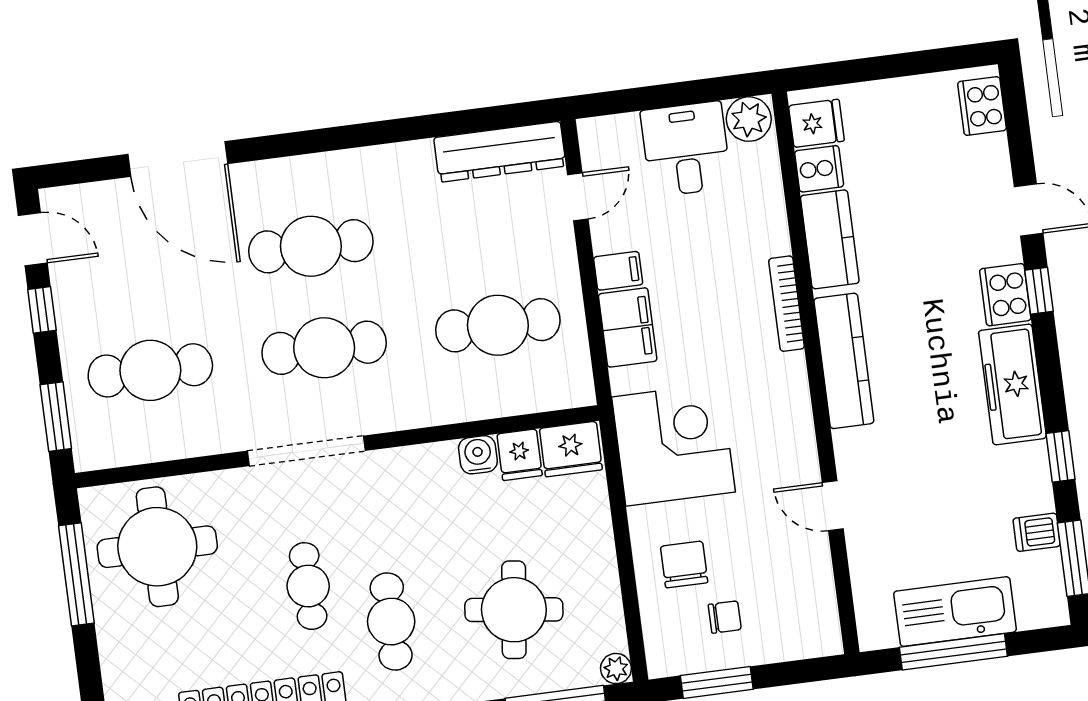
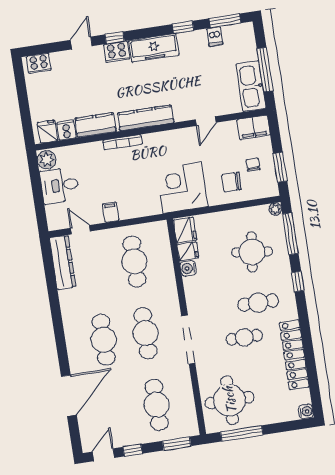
filing cabinet: (628, 327) -> (253, 127), moved, turned 180
kitchen sink: (955, 612) -> (251, 86), moved

